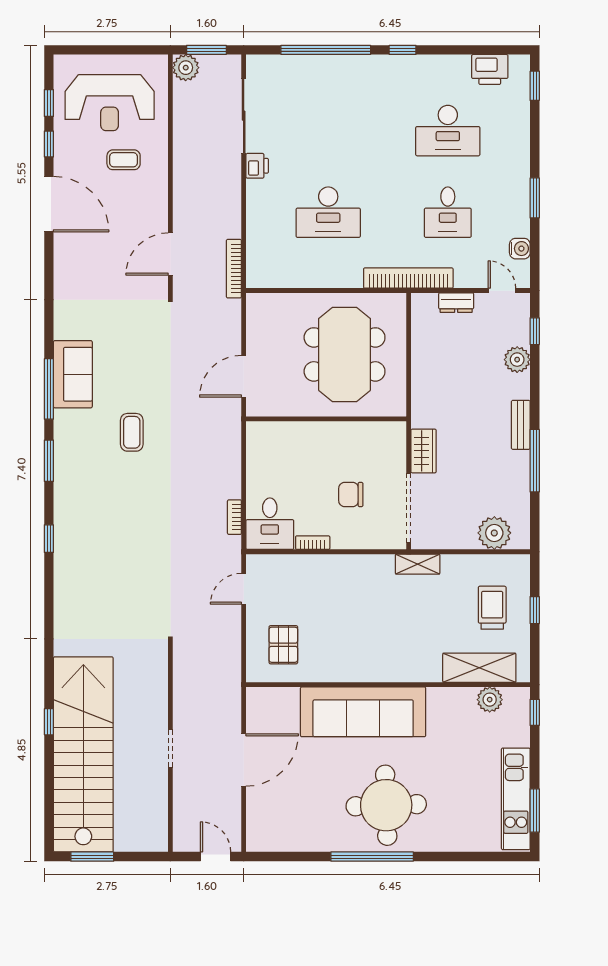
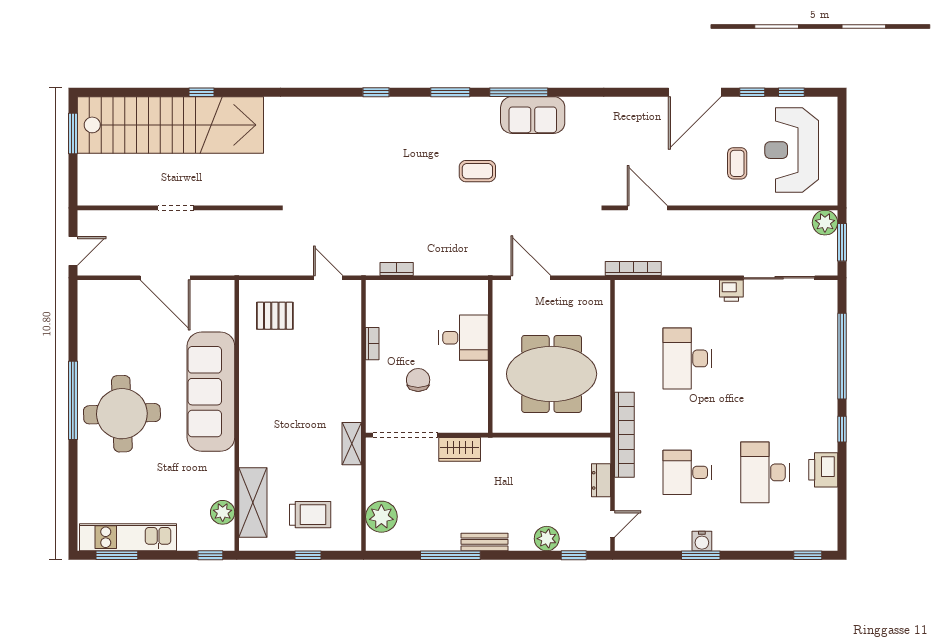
printer: (490, 69) -> (823, 470), moved
water cooler: (520, 249) -> (702, 541), moved
desk: (270, 524) -> (463, 338), moved, turned 180

